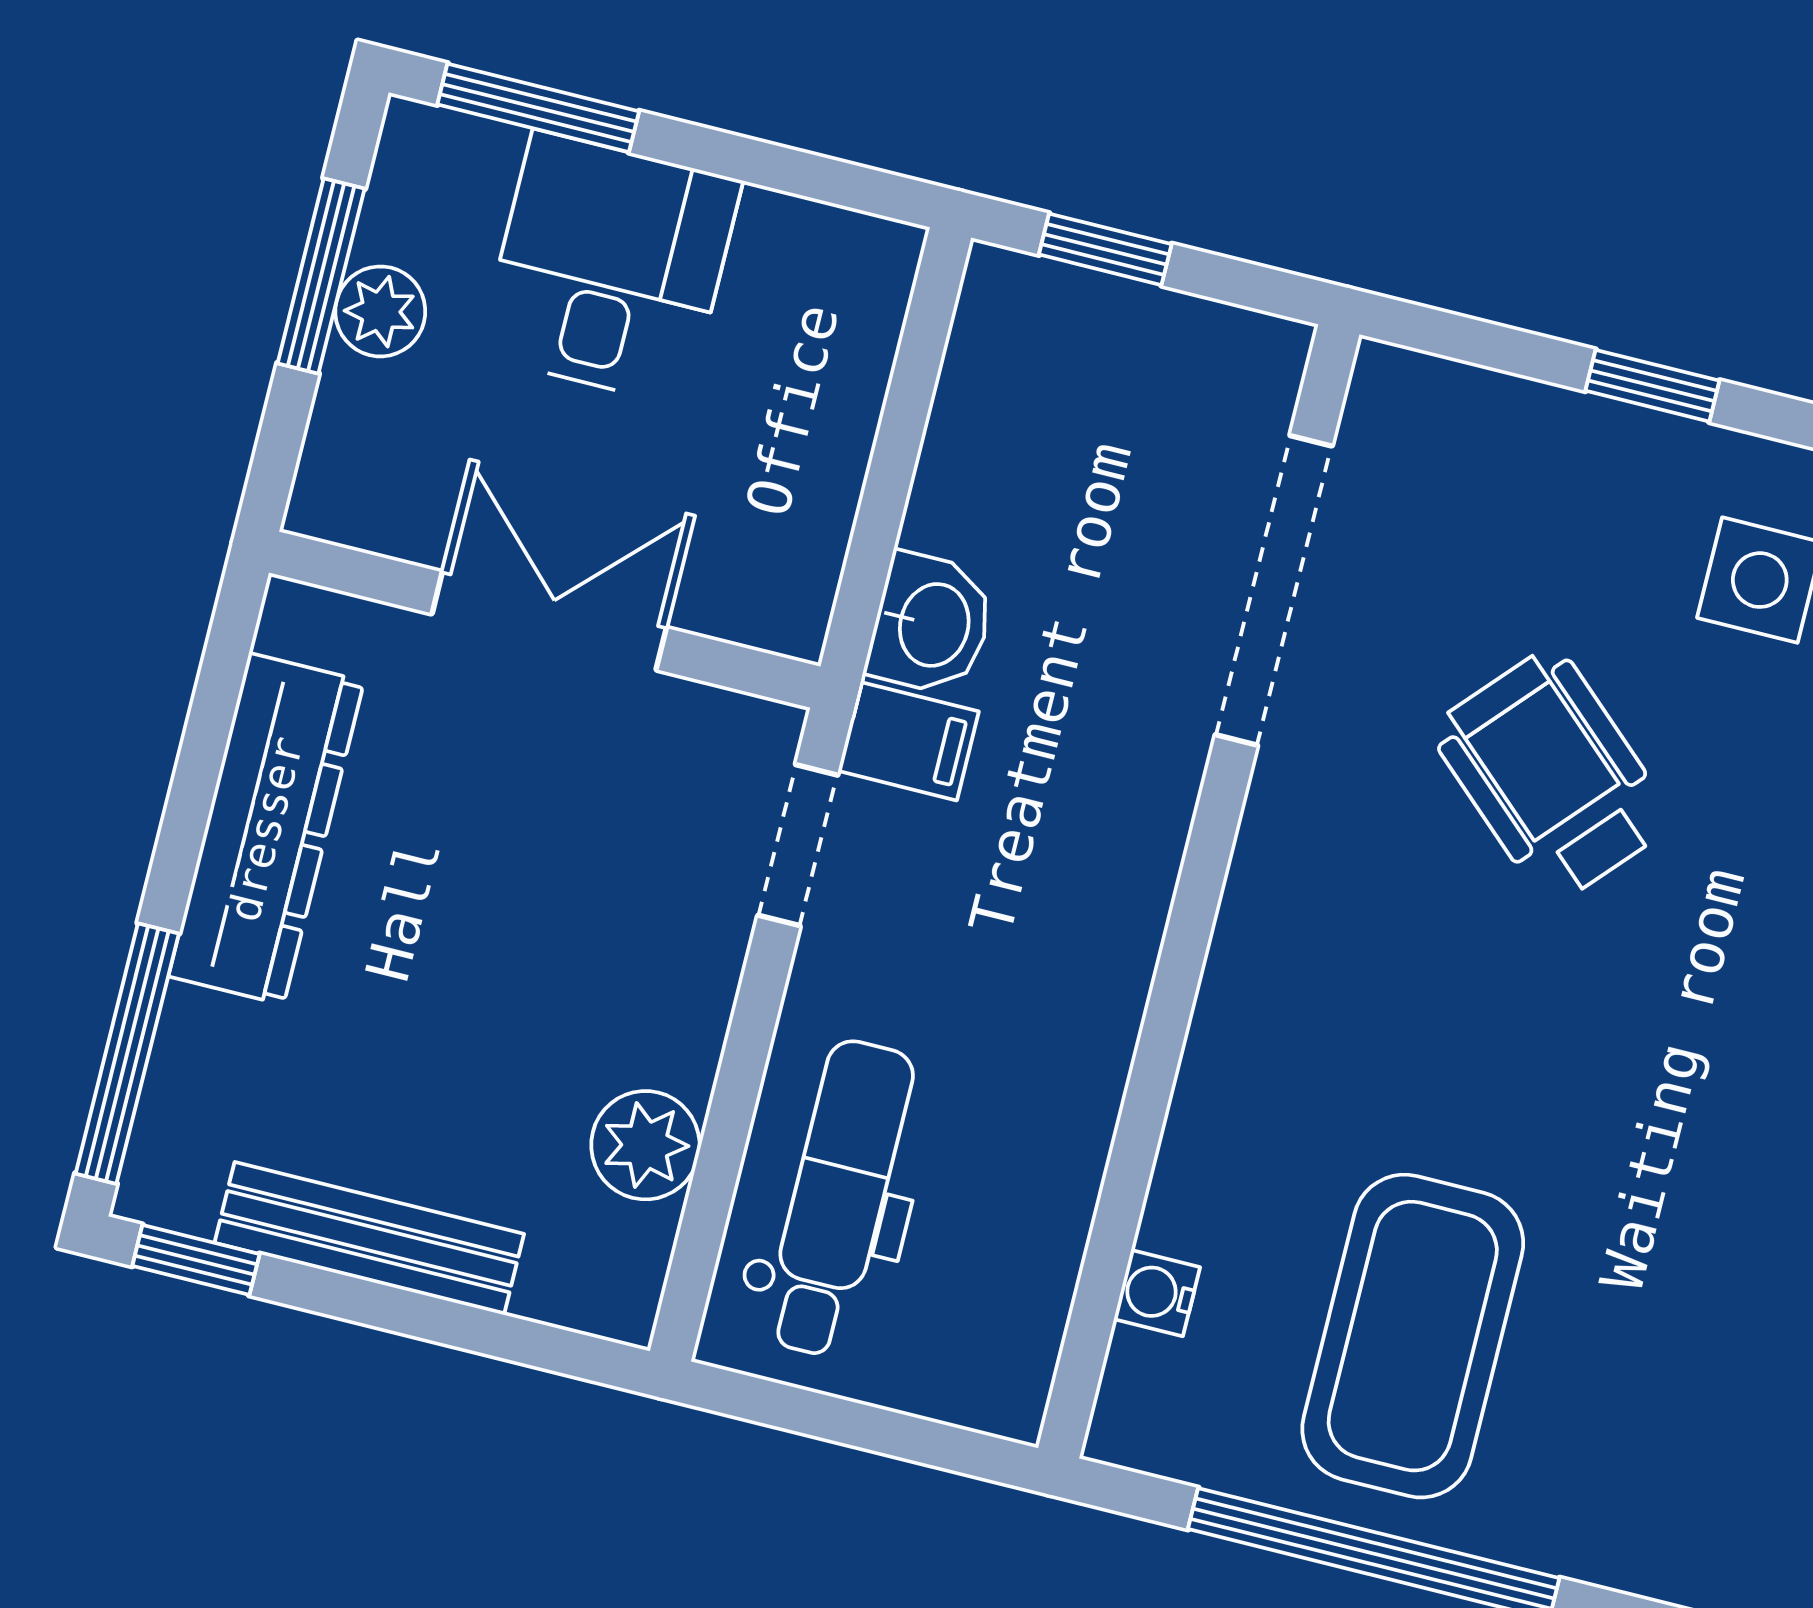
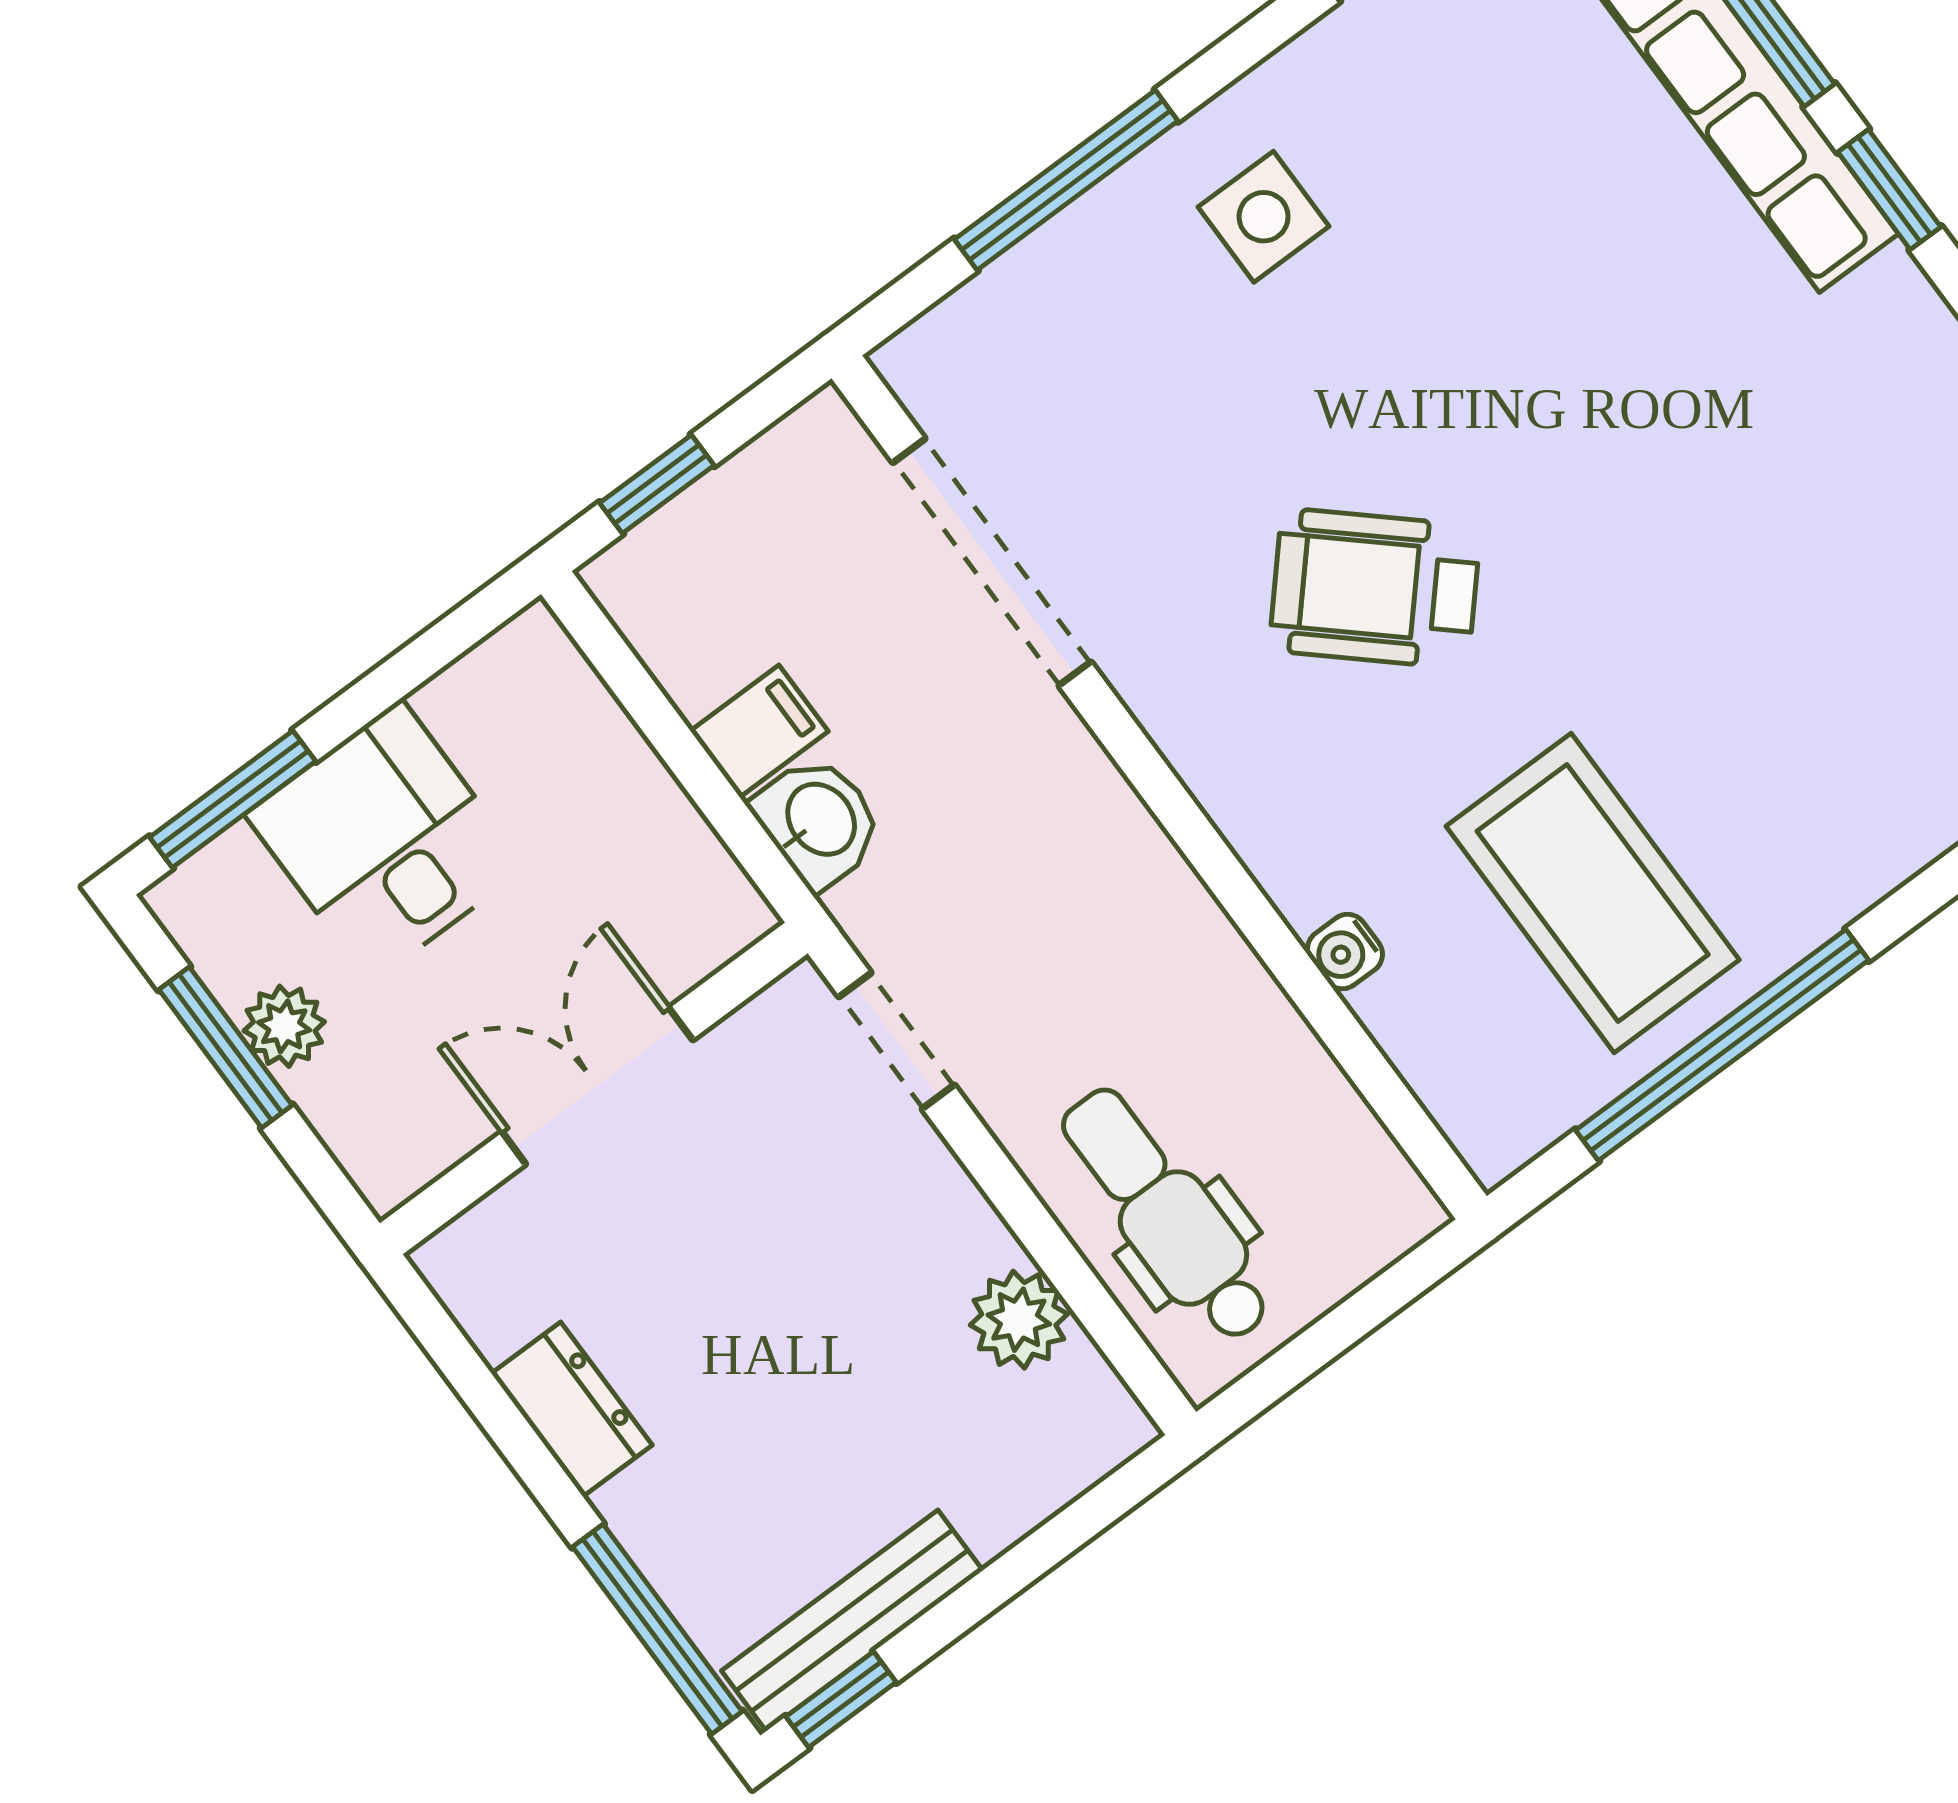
window: (1652, 386) -> (1066, 180), width x2.17
filing cabinet: (908, 741) -> (759, 731), moved
wheelchair: (1552, 776) -> (1375, 588), moved
dresser: (266, 829) -> (572, 1409), width x0.51, depth x0.80
bench: (369, 1238) -> (852, 1621), moved
water cooler: (1157, 1293) -> (1345, 952), moved

